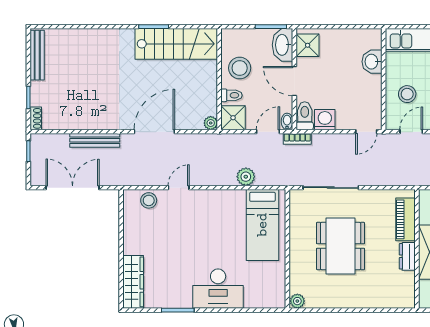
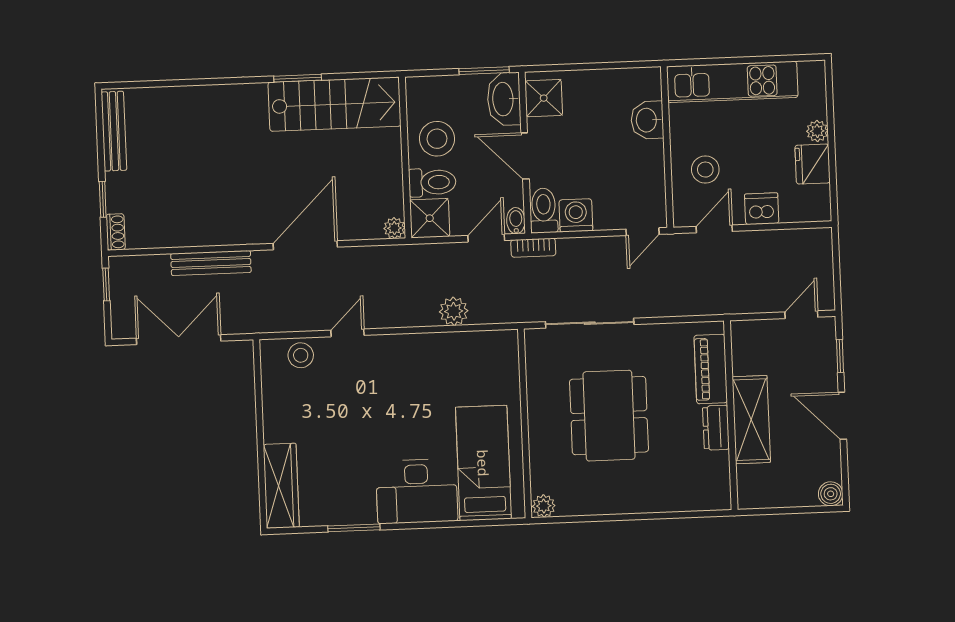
toilet: (232, 95) -> (432, 182), width x1.37, depth x1.39
bed: (262, 225) -> (483, 463), moved, turned 180

